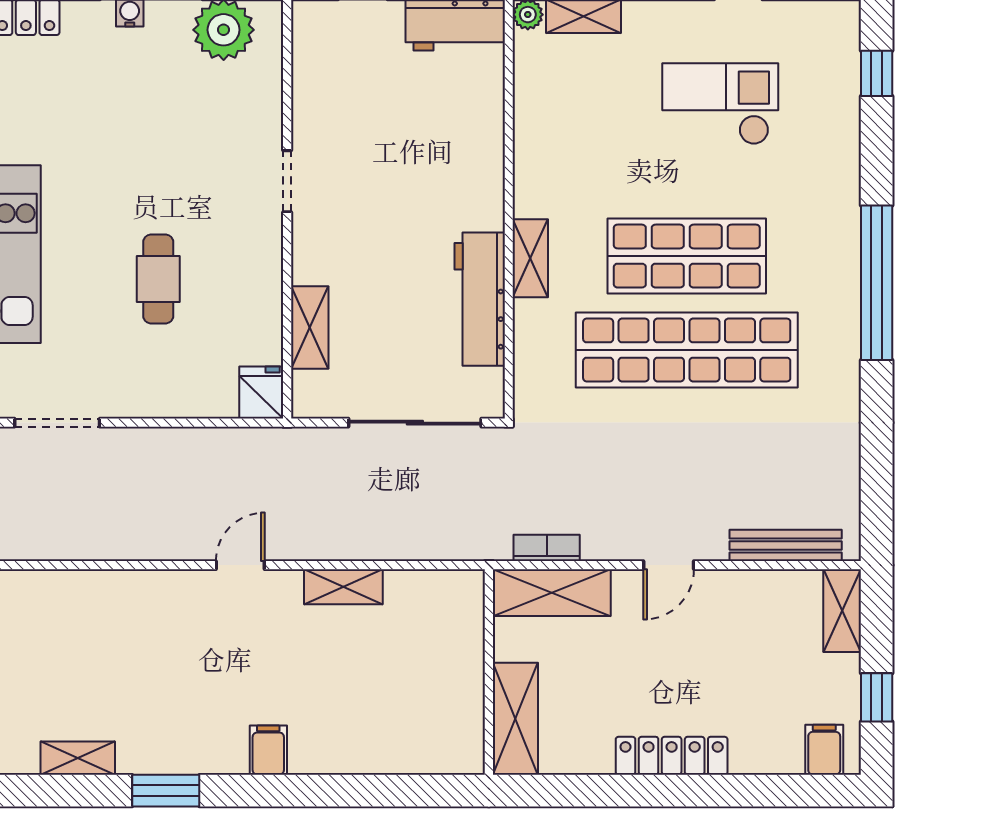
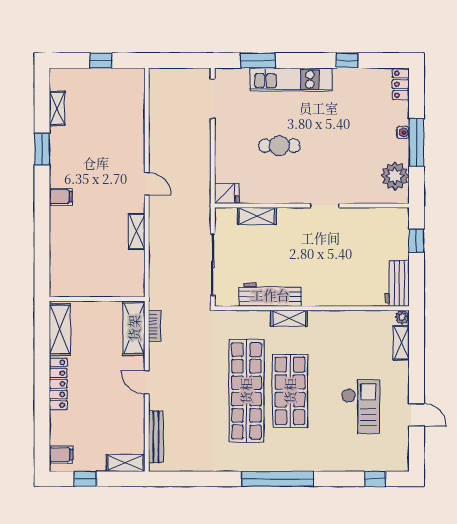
shelving: (515, 719) -> (60, 330), moved, turned 90

